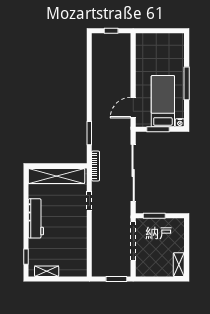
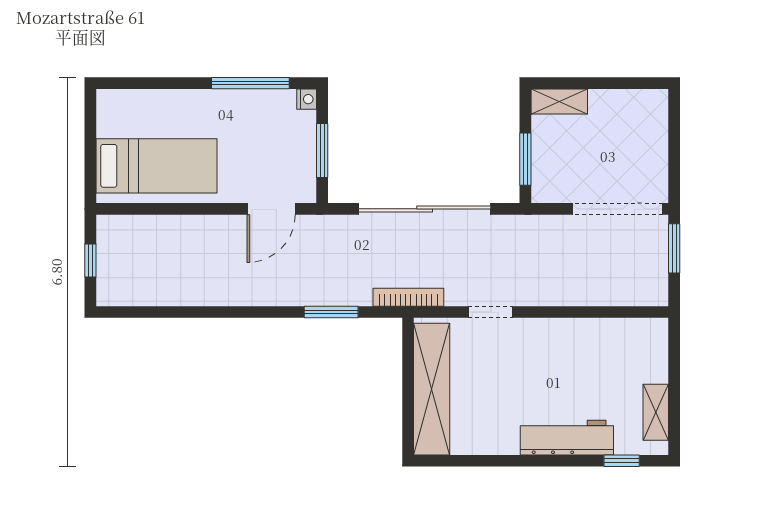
window: (187, 83) -> (250, 83), moved
bed: (163, 101) -> (157, 166), moved, turned 180
door: (133, 108) -> (271, 209), hinge flipped
workbench: (36, 218) -> (567, 438), moved
doorway: (133, 241) -> (617, 209), moved
shelving: (179, 265) -> (559, 101), moved

